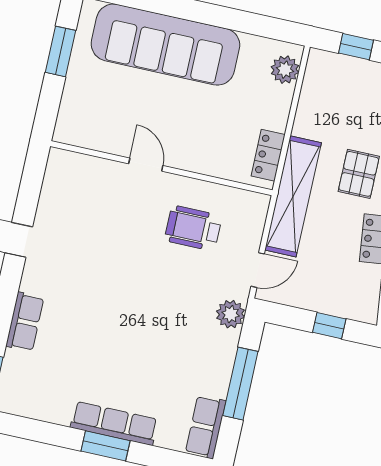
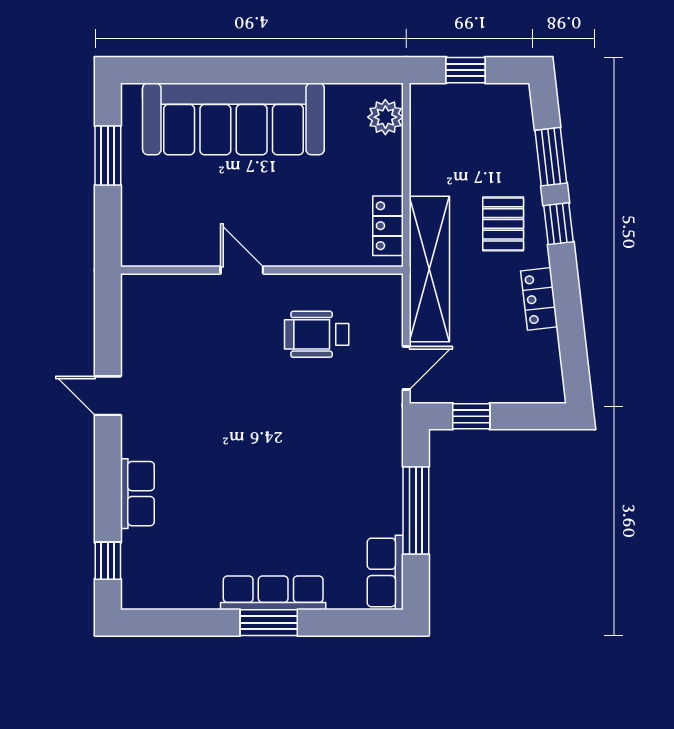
plant: (231, 314) -> (385, 429), removed
window: (329, 326) -> (471, 416), moved

